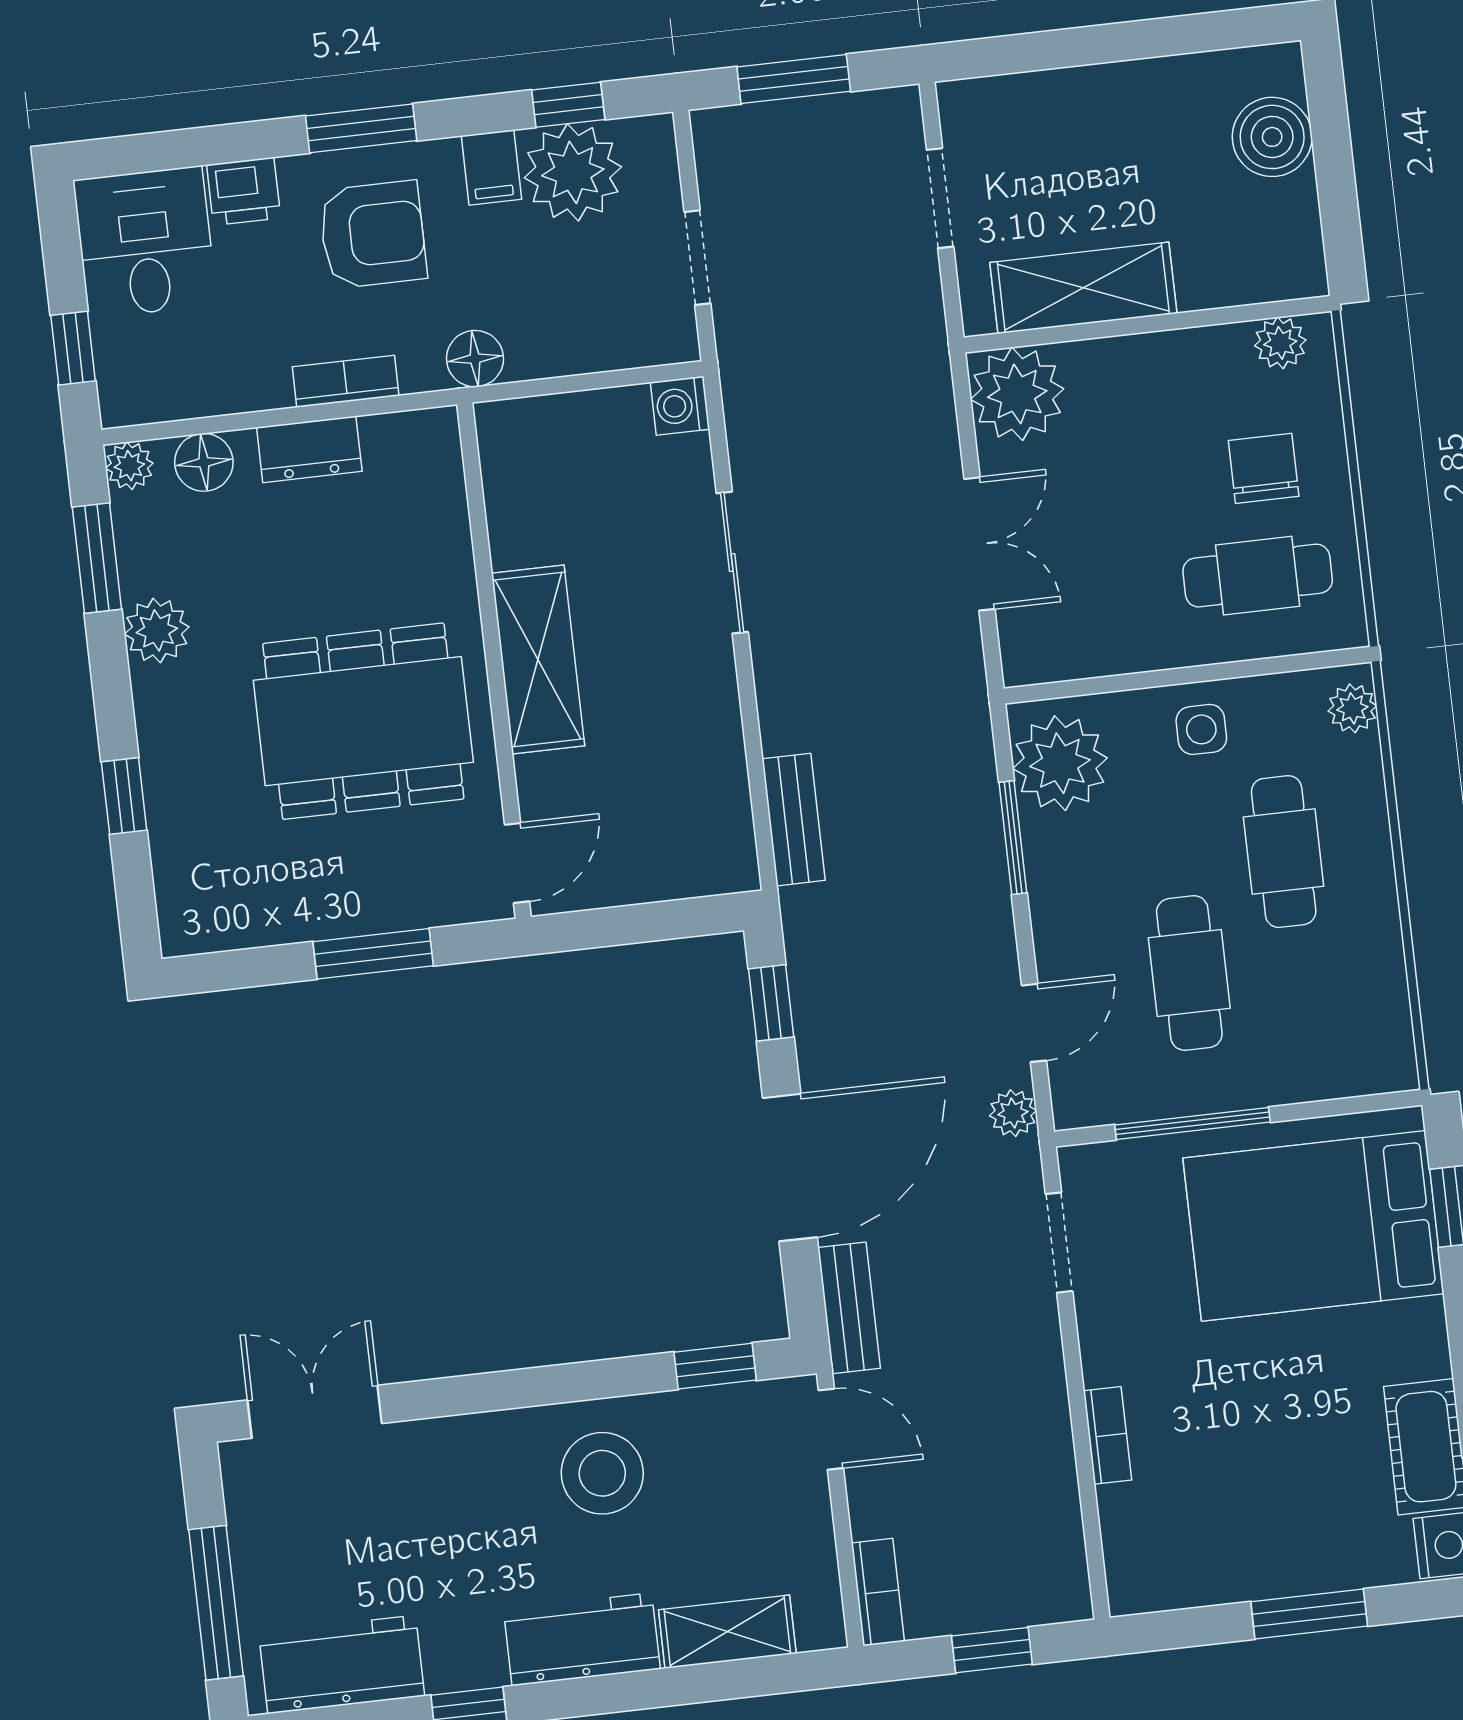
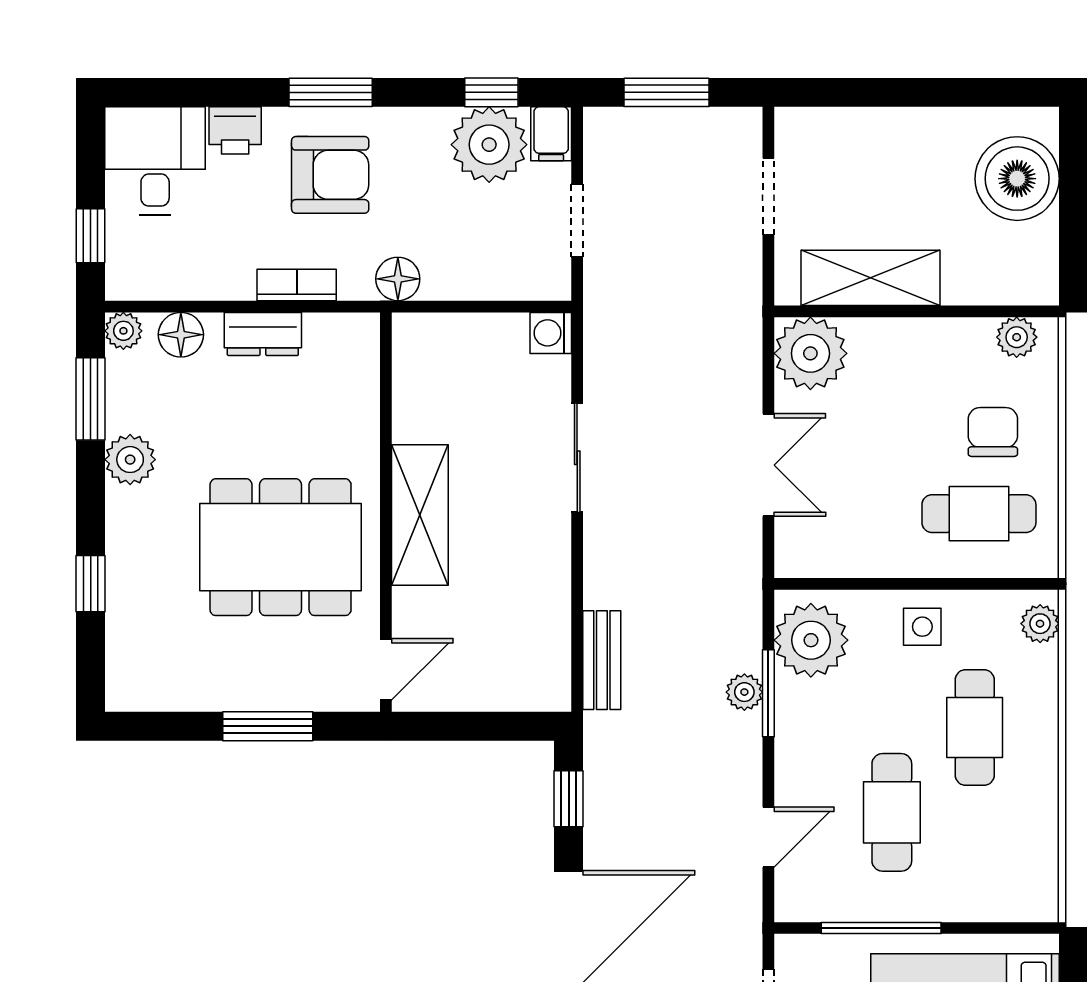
boiler: (1272, 137) -> (1017, 179), width x1.37, depth x1.37
filing cabinet: (491, 168) -> (551, 134), moved
plant: (1013, 1113) -> (744, 692), moved

